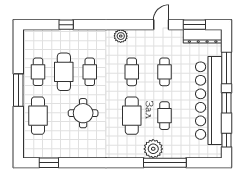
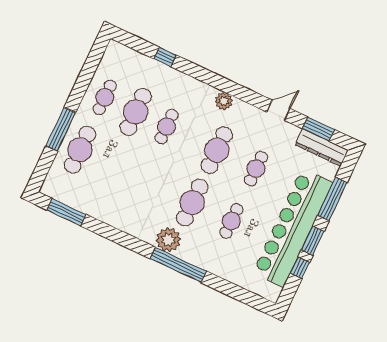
cafe table: (132, 72) -> (217, 150), width x1.37, depth x1.35
window: (18, 90) -> (61, 129), moved
round table: (83, 113) -> (135, 172), removed
window: (227, 140) -> (300, 268), moved
plant: (153, 149) -> (168, 240), moved
window: (49, 163) -> (67, 212), width x1.44
window: (165, 163) -> (178, 265), moved

